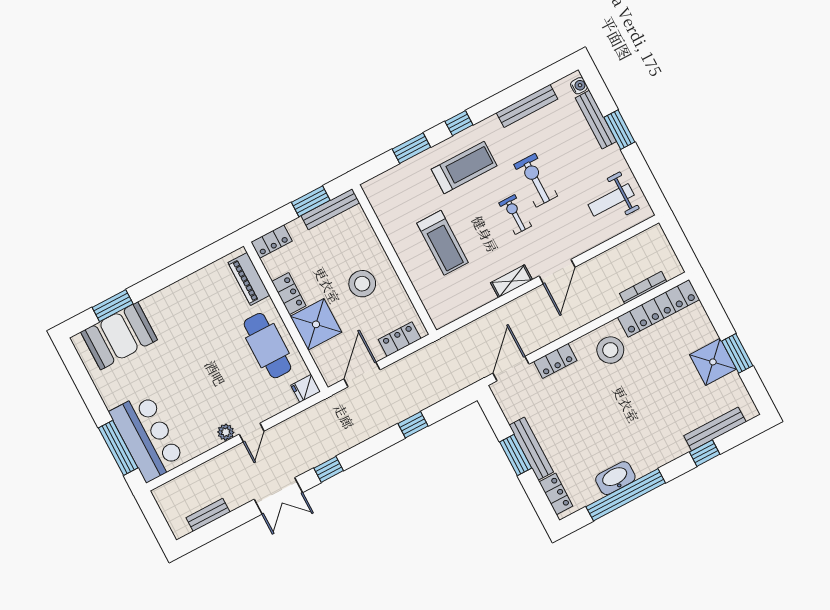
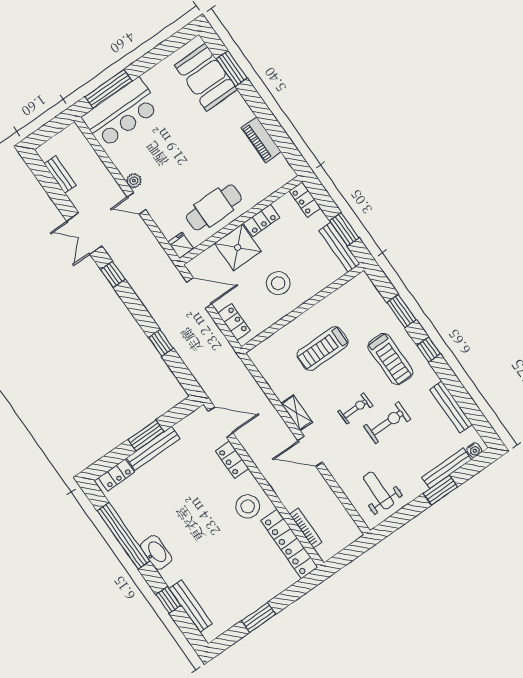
piano: (249, 279) -> (261, 140), moved, turned -90
shower: (713, 362) -> (249, 597), removed
washbasin: (615, 478) -> (156, 552), moved

